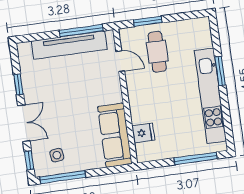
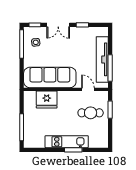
door: (120, 61) -> (88, 89), swing flipped
kitchen unit: (210, 96) -> (67, 142), width x0.73
fridge: (143, 133) -> (47, 100), width x1.88, depth x1.34
sofa: (115, 135) -> (50, 77), width x1.36, depth x1.27

